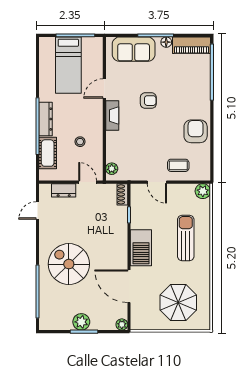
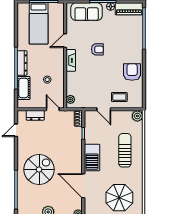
spiral stairs: (69, 264) -> (39, 169), turned 90

